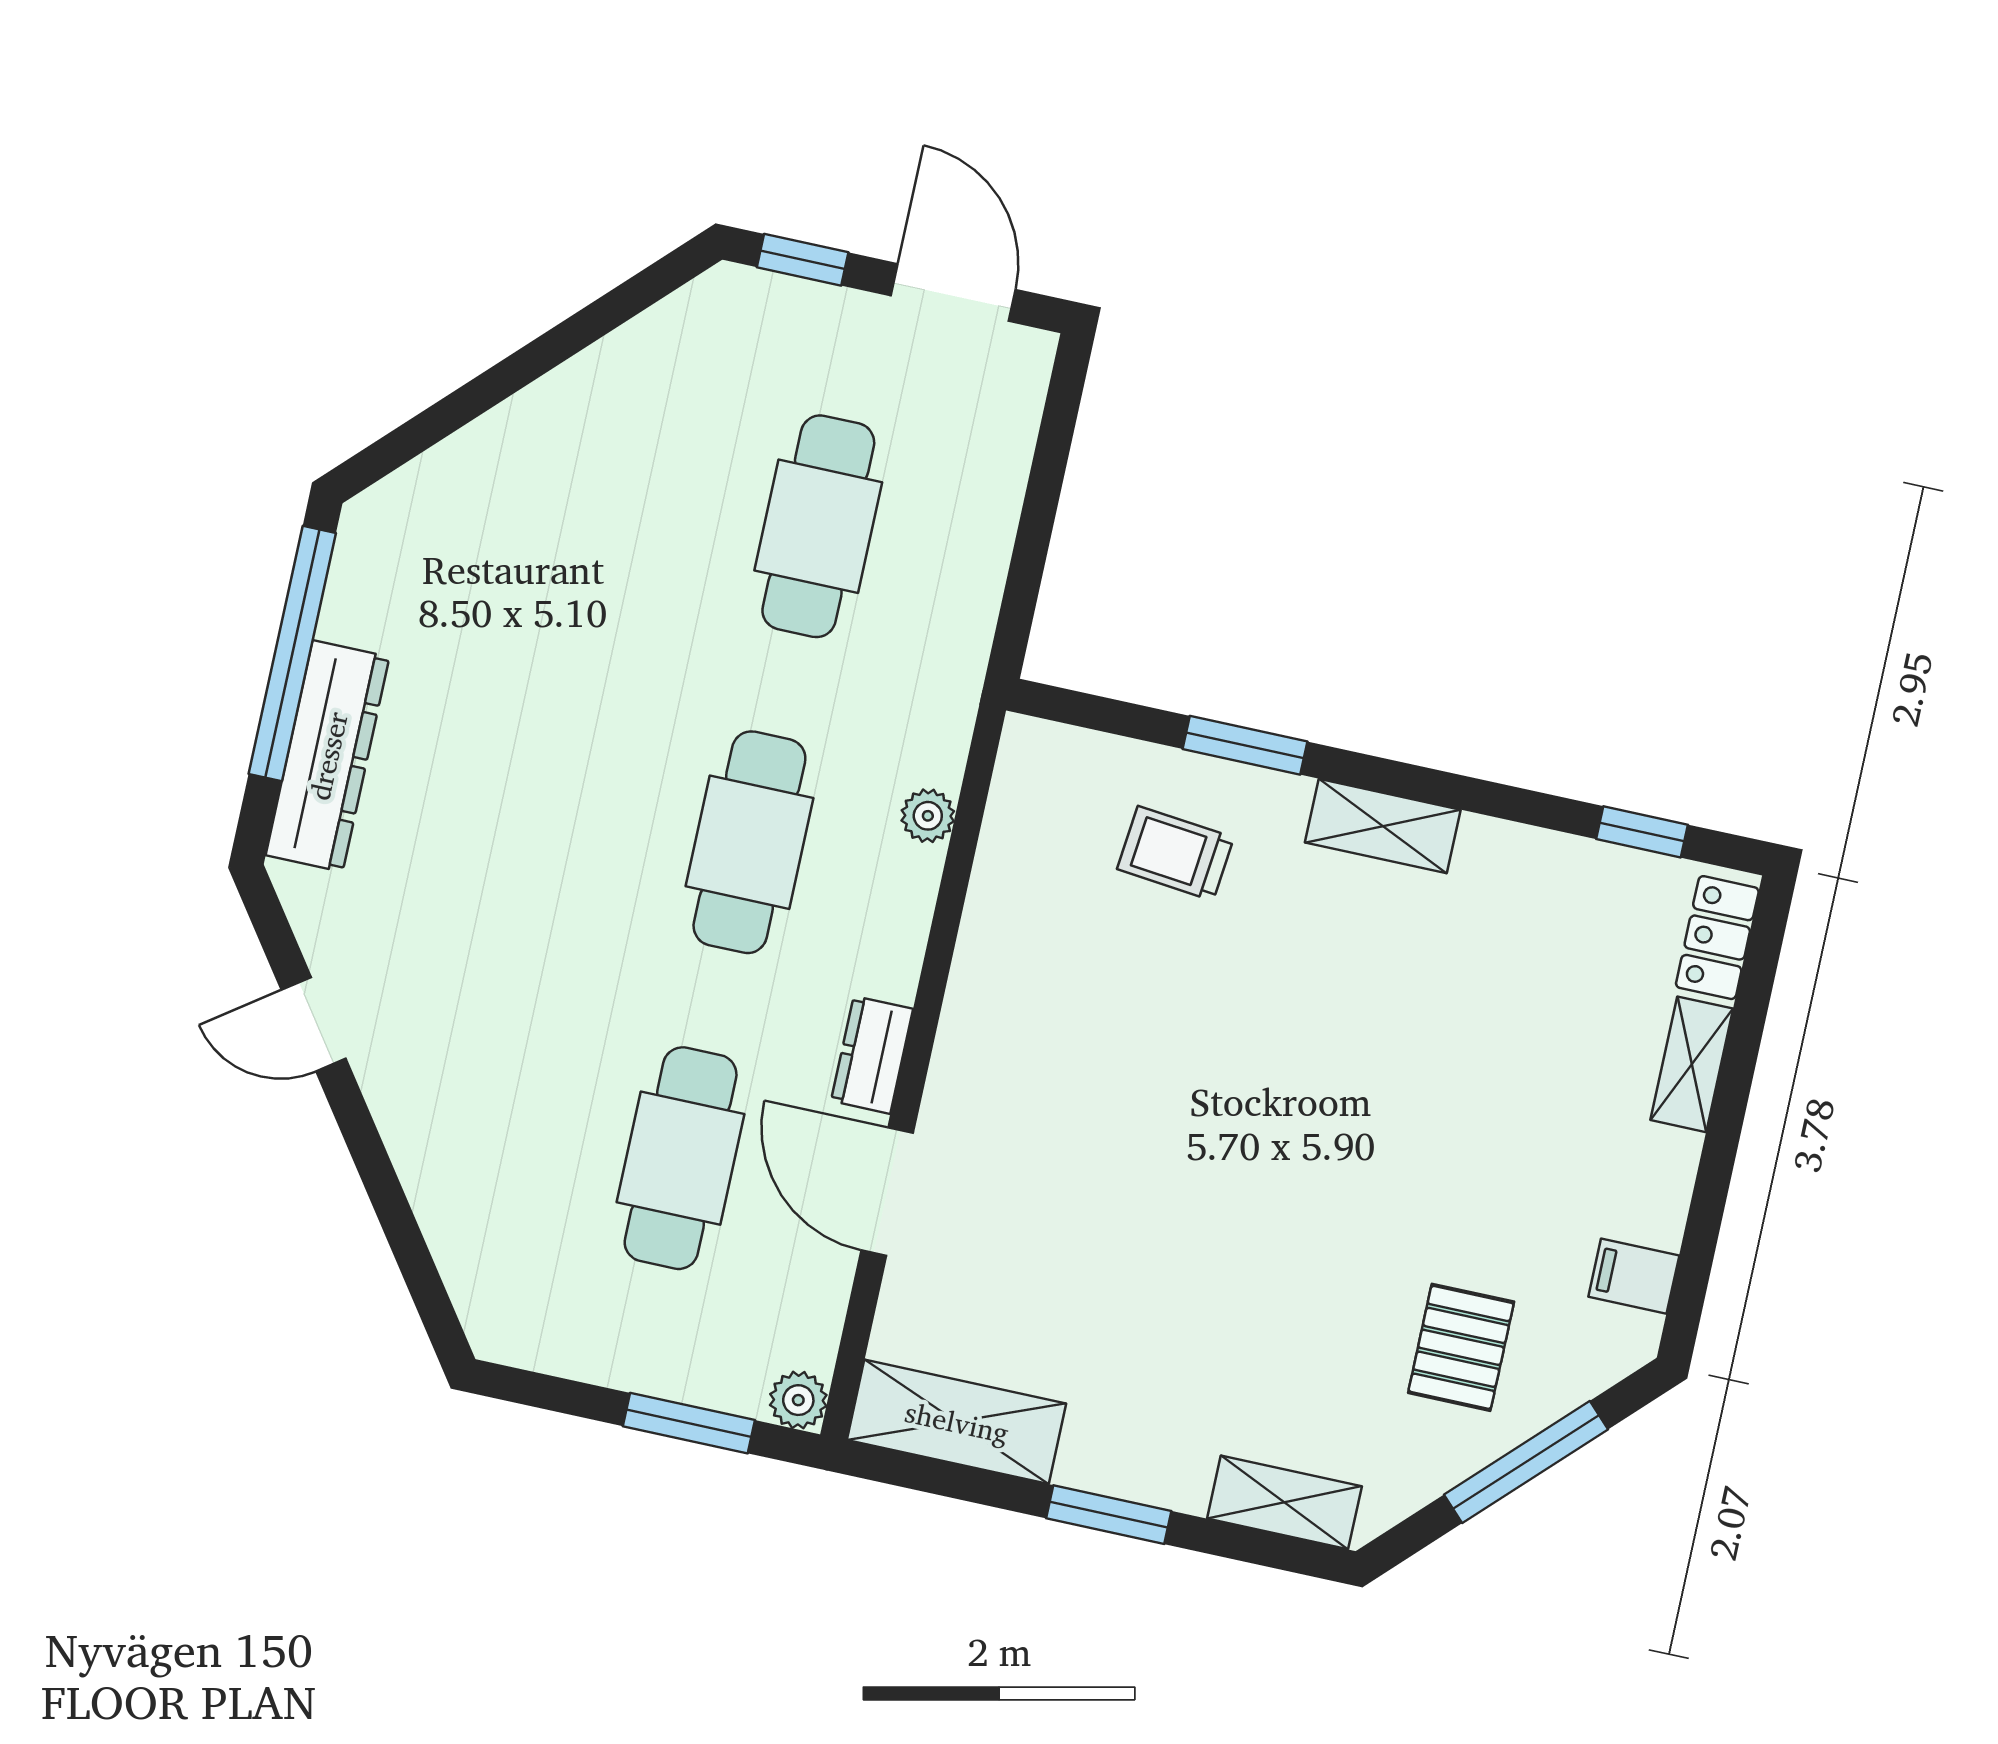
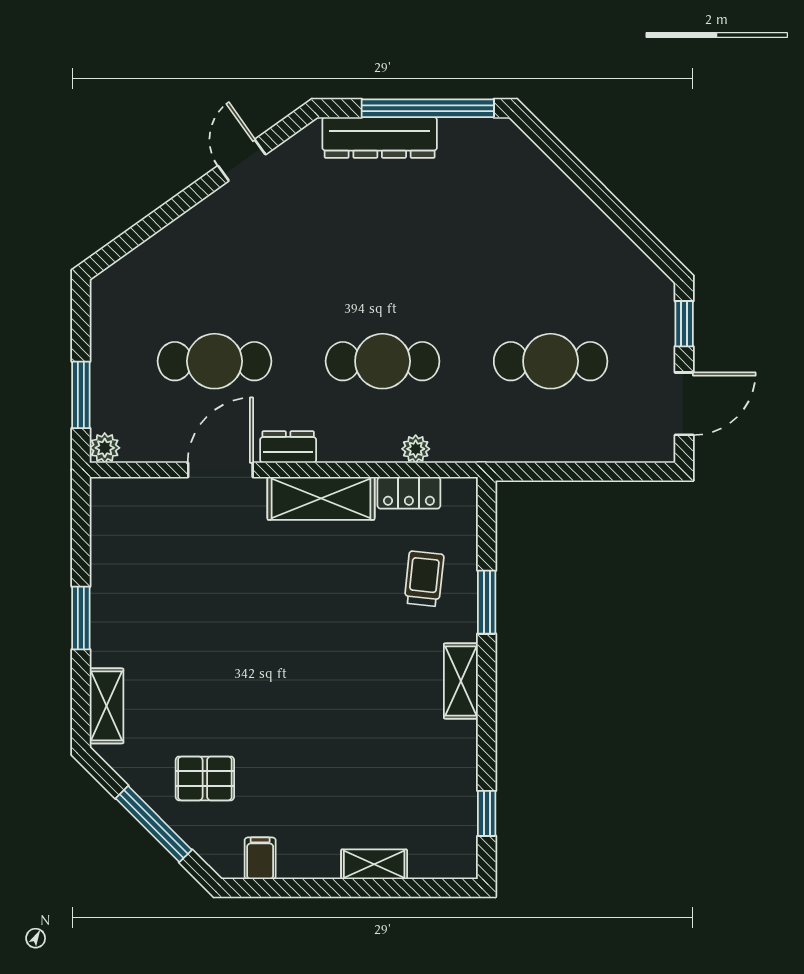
locker: (1717, 938) -> (409, 493), moved, turned 180
shelving: (957, 1422) -> (321, 498), moved, turned 90

